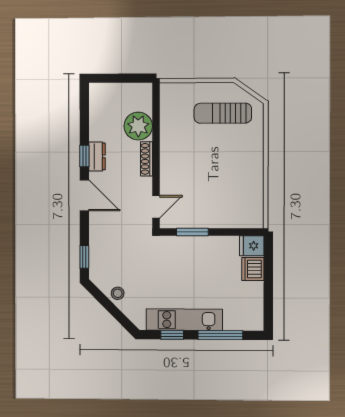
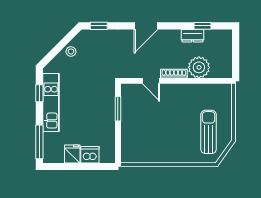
window: (84, 156) -> (203, 26), moved
dresser: (97, 156) -> (192, 36), moved
door: (156, 207) -> (151, 81), moved
fridge: (252, 246) -> (72, 154), moved
window: (220, 335) -> (39, 142), moved

